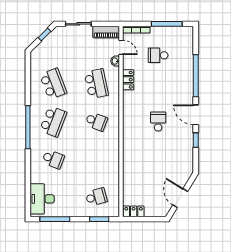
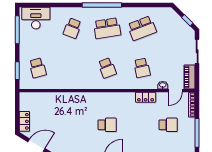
school desk: (158, 55) -> (168, 125), turned 90
school desk: (96, 84) -> (142, 68), width x0.54
school desk: (53, 121) -> (107, 28), turned -30
school desk: (96, 121) -> (107, 68), turned -42
locker: (134, 211) -> (24, 121), moved

